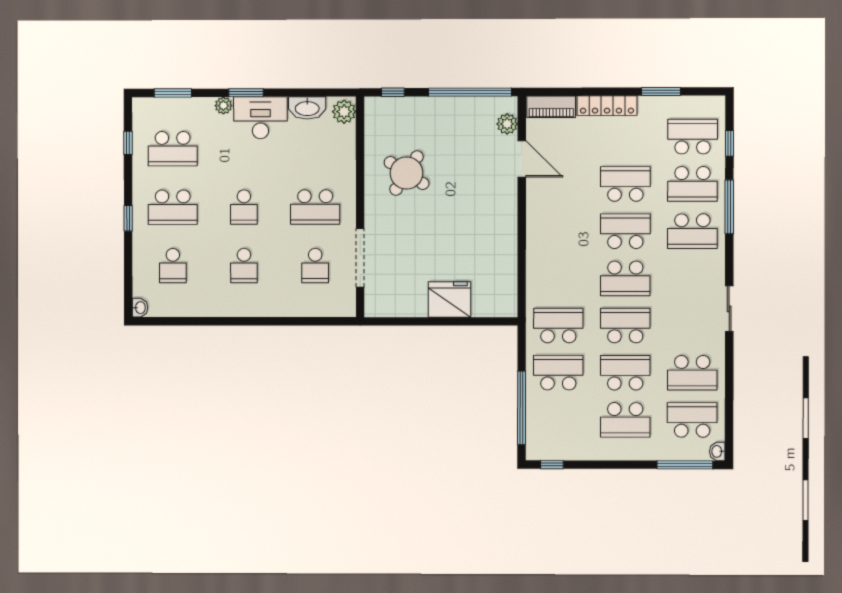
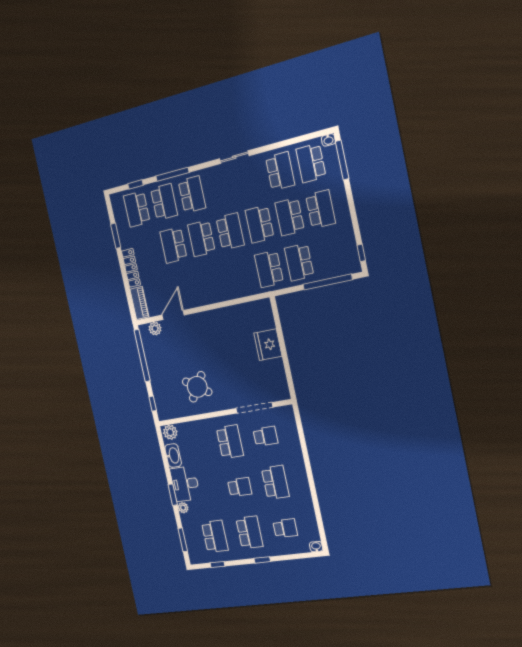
school desk: (244, 266) -> (275, 482), width x1.85

